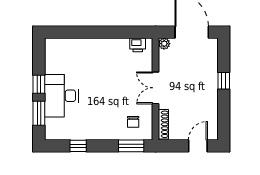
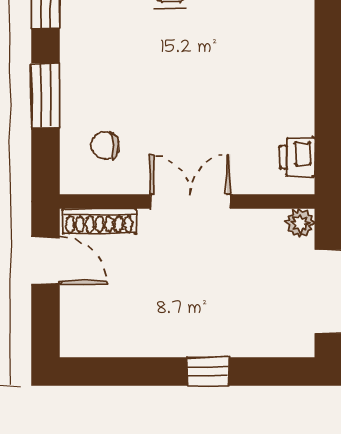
window: (131, 146) -> (46, 95), moved
door: (198, 146) -> (46, 260), moved

